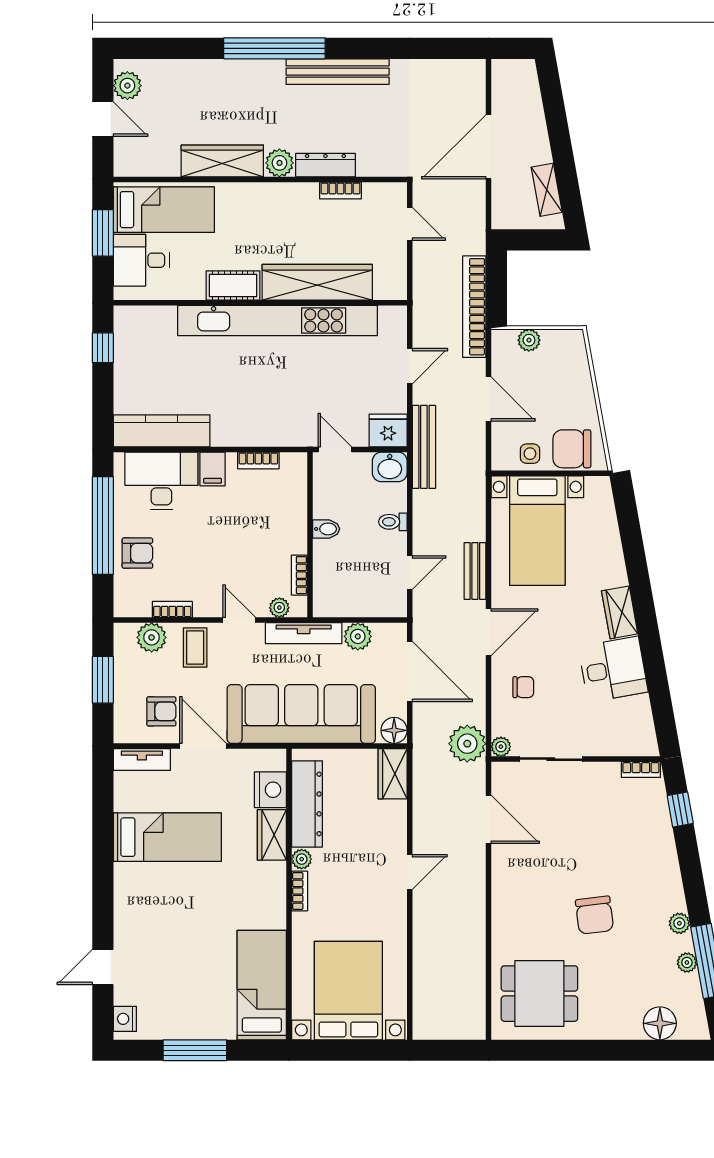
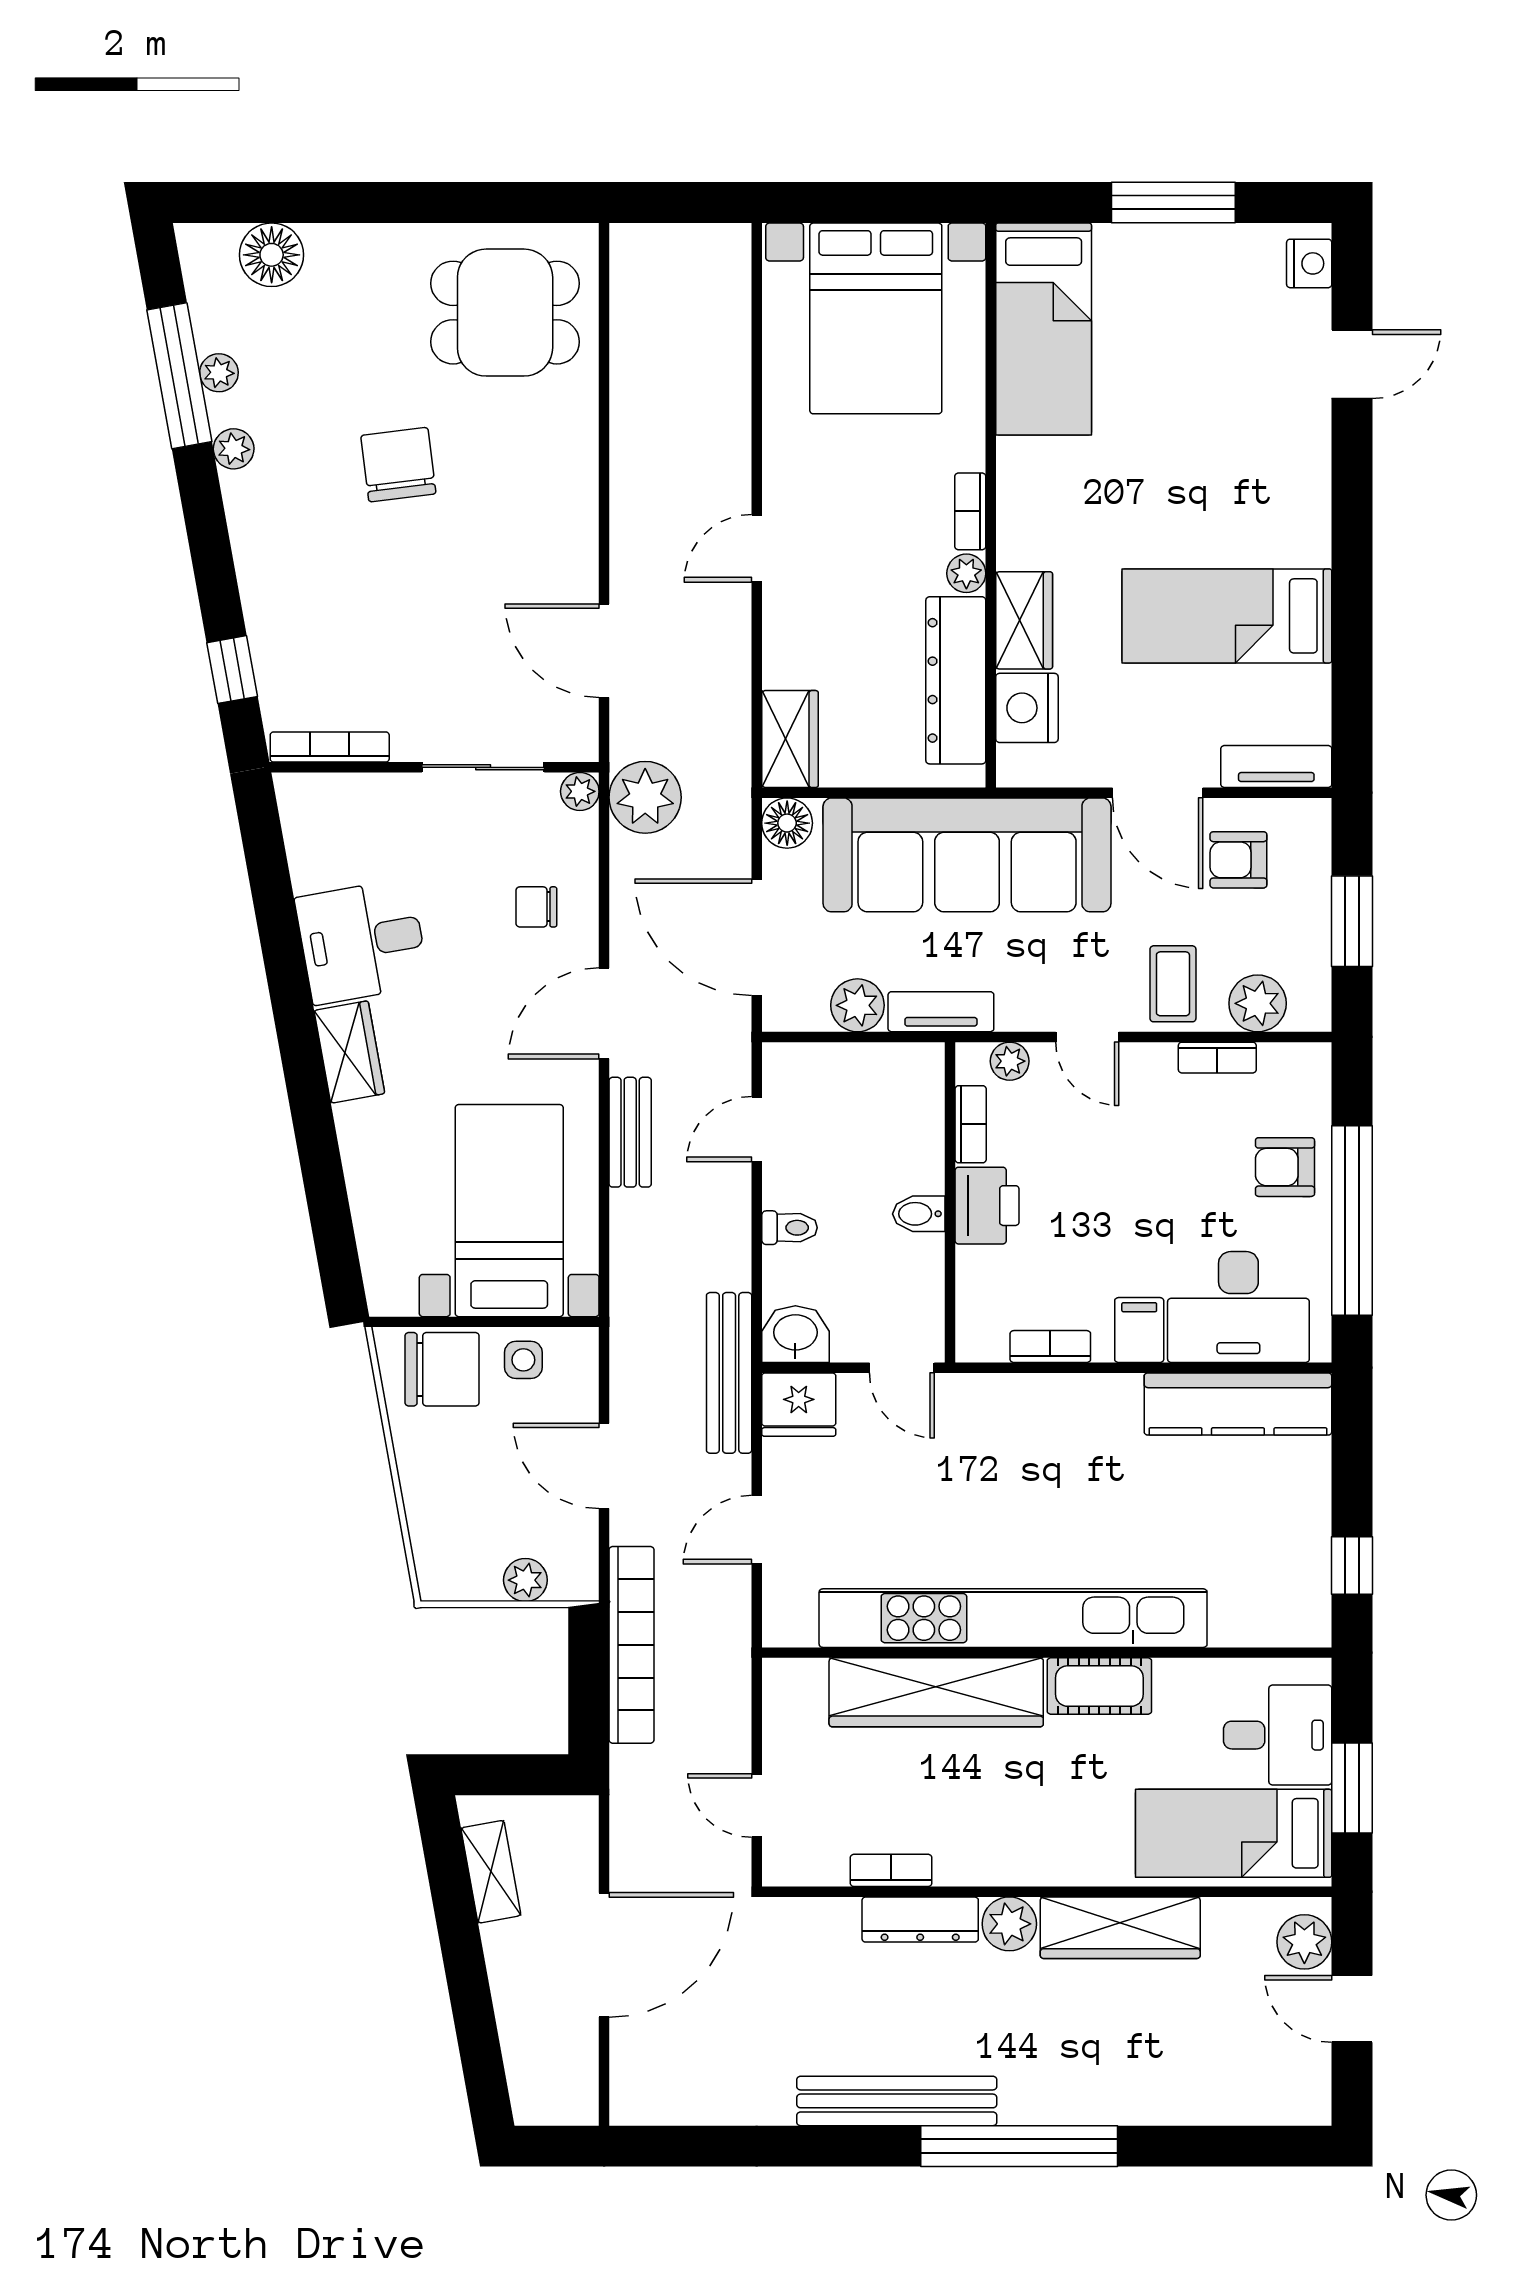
plant: (127, 86) -> (1304, 1942), moved
printer: (291, 533) -> (987, 1206), added
tv unit: (304, 633) -> (941, 1012), width x0.71
bookcase: (641, 770) -> (330, 747), width x1.56

